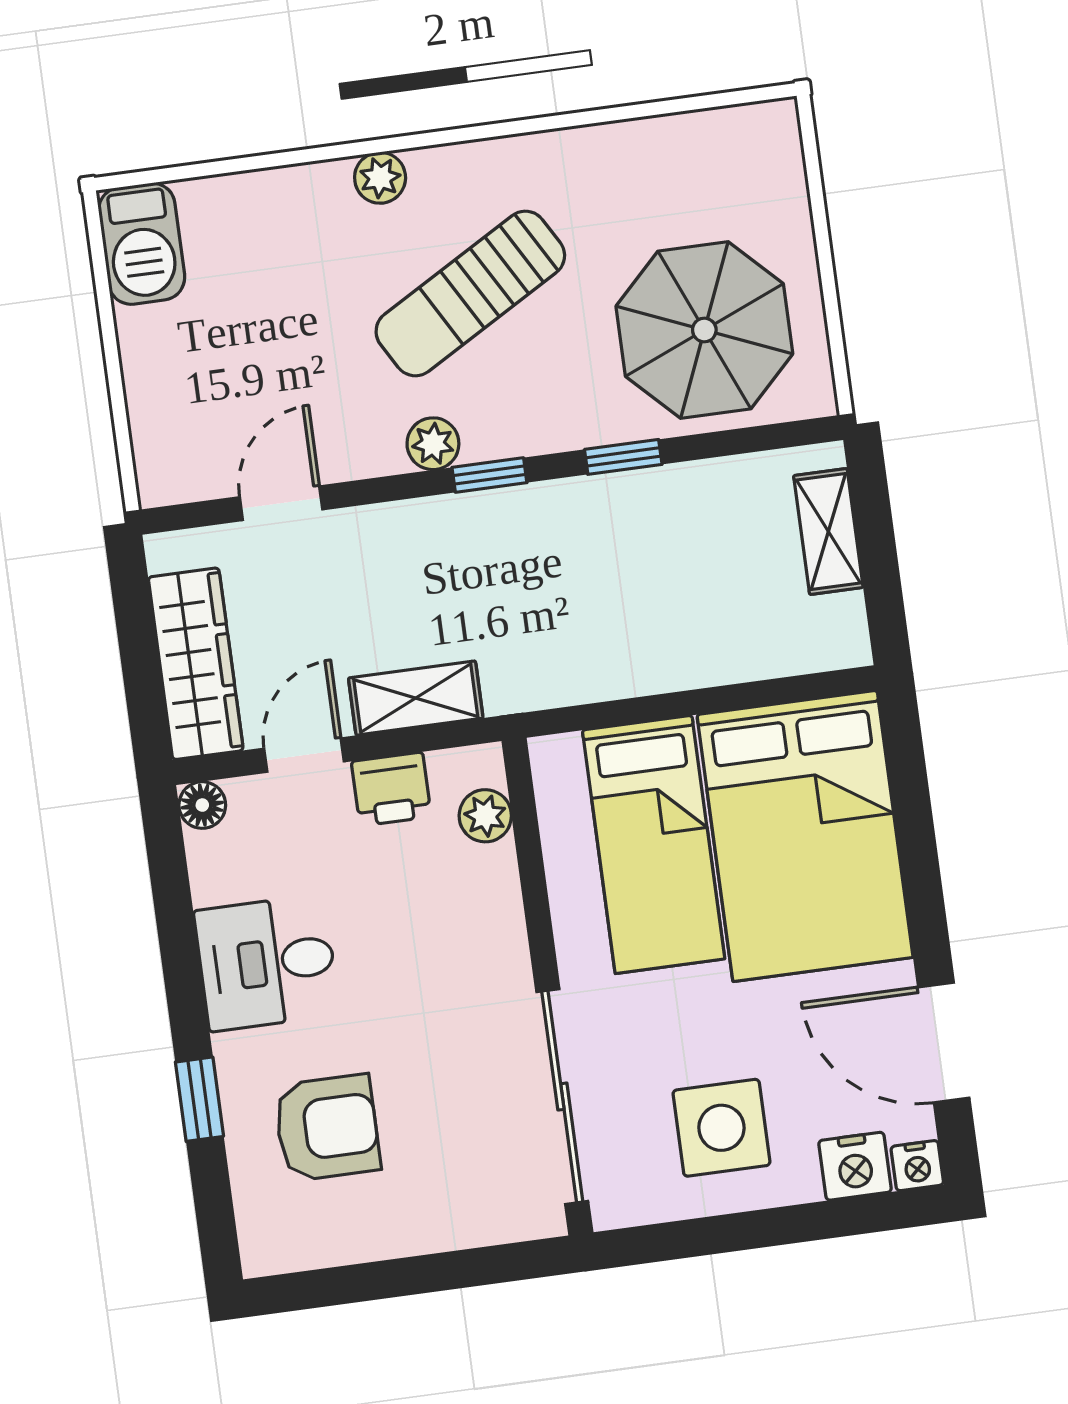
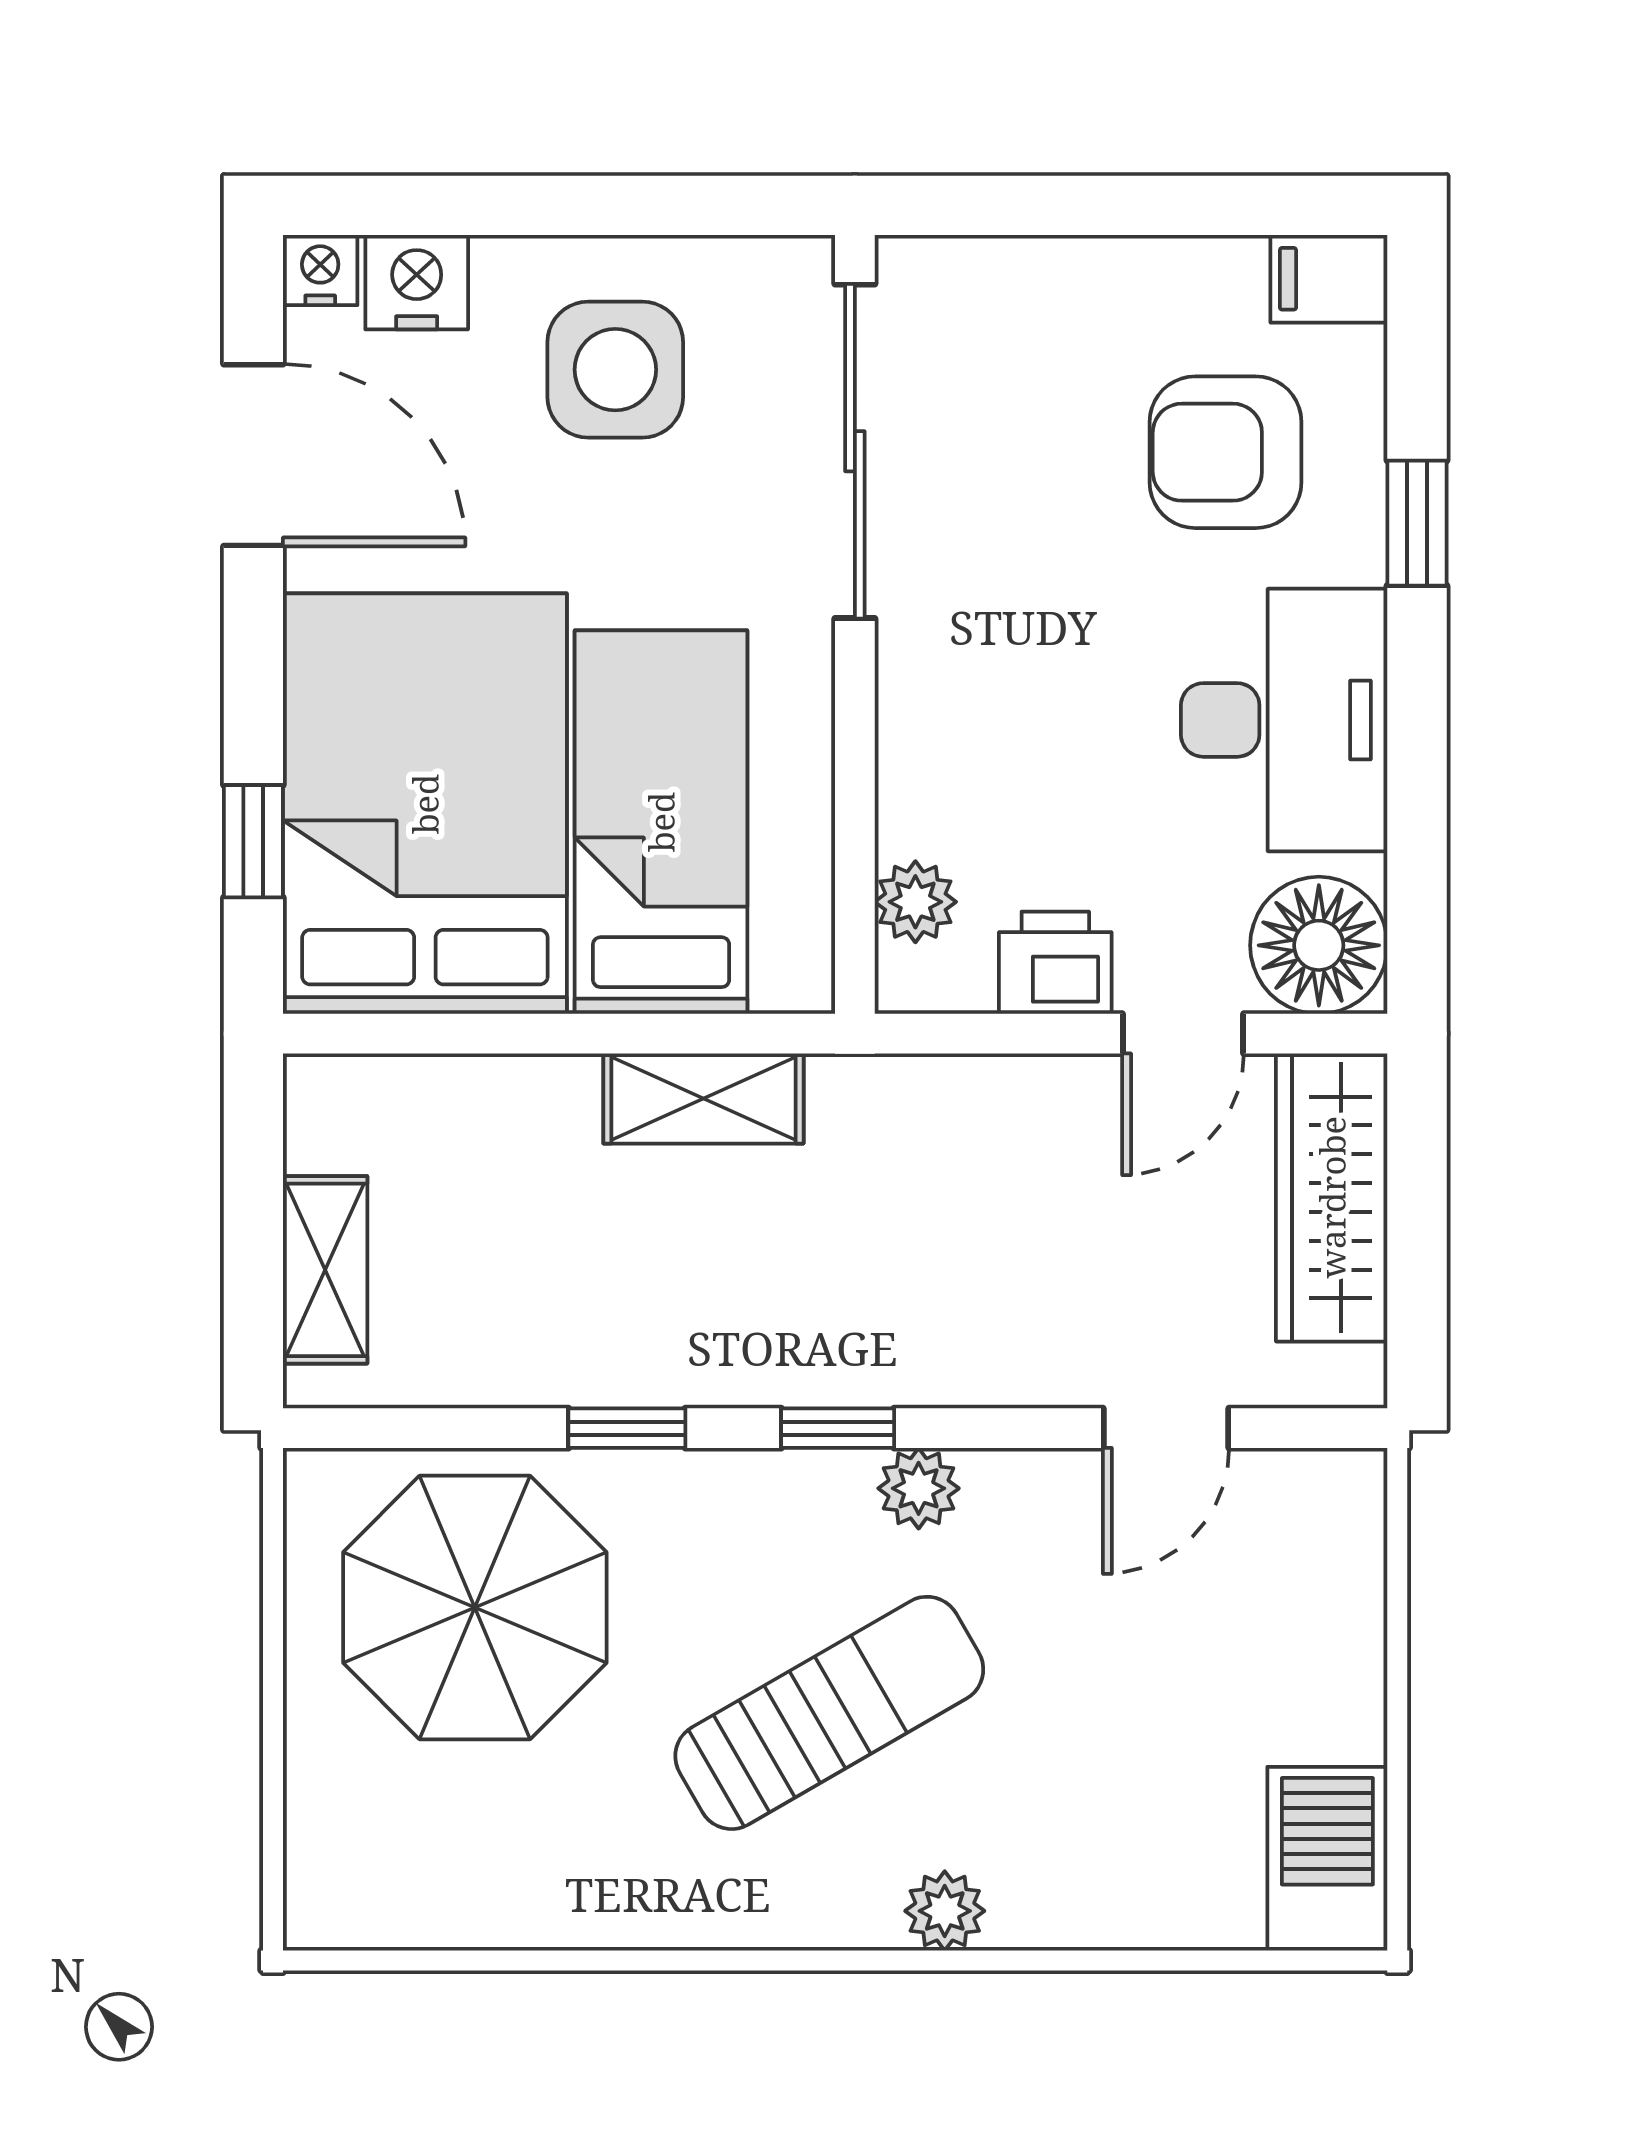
shelving: (416, 698) -> (703, 1098), moved
window: (911, 797) -> (253, 841), added
floor lamp: (202, 805) -> (1319, 945), width x1.89, depth x1.89
desk: (267, 963) -> (1284, 720), width x1.37
filing cabinet: (276, 1247) -> (1329, 279), added

